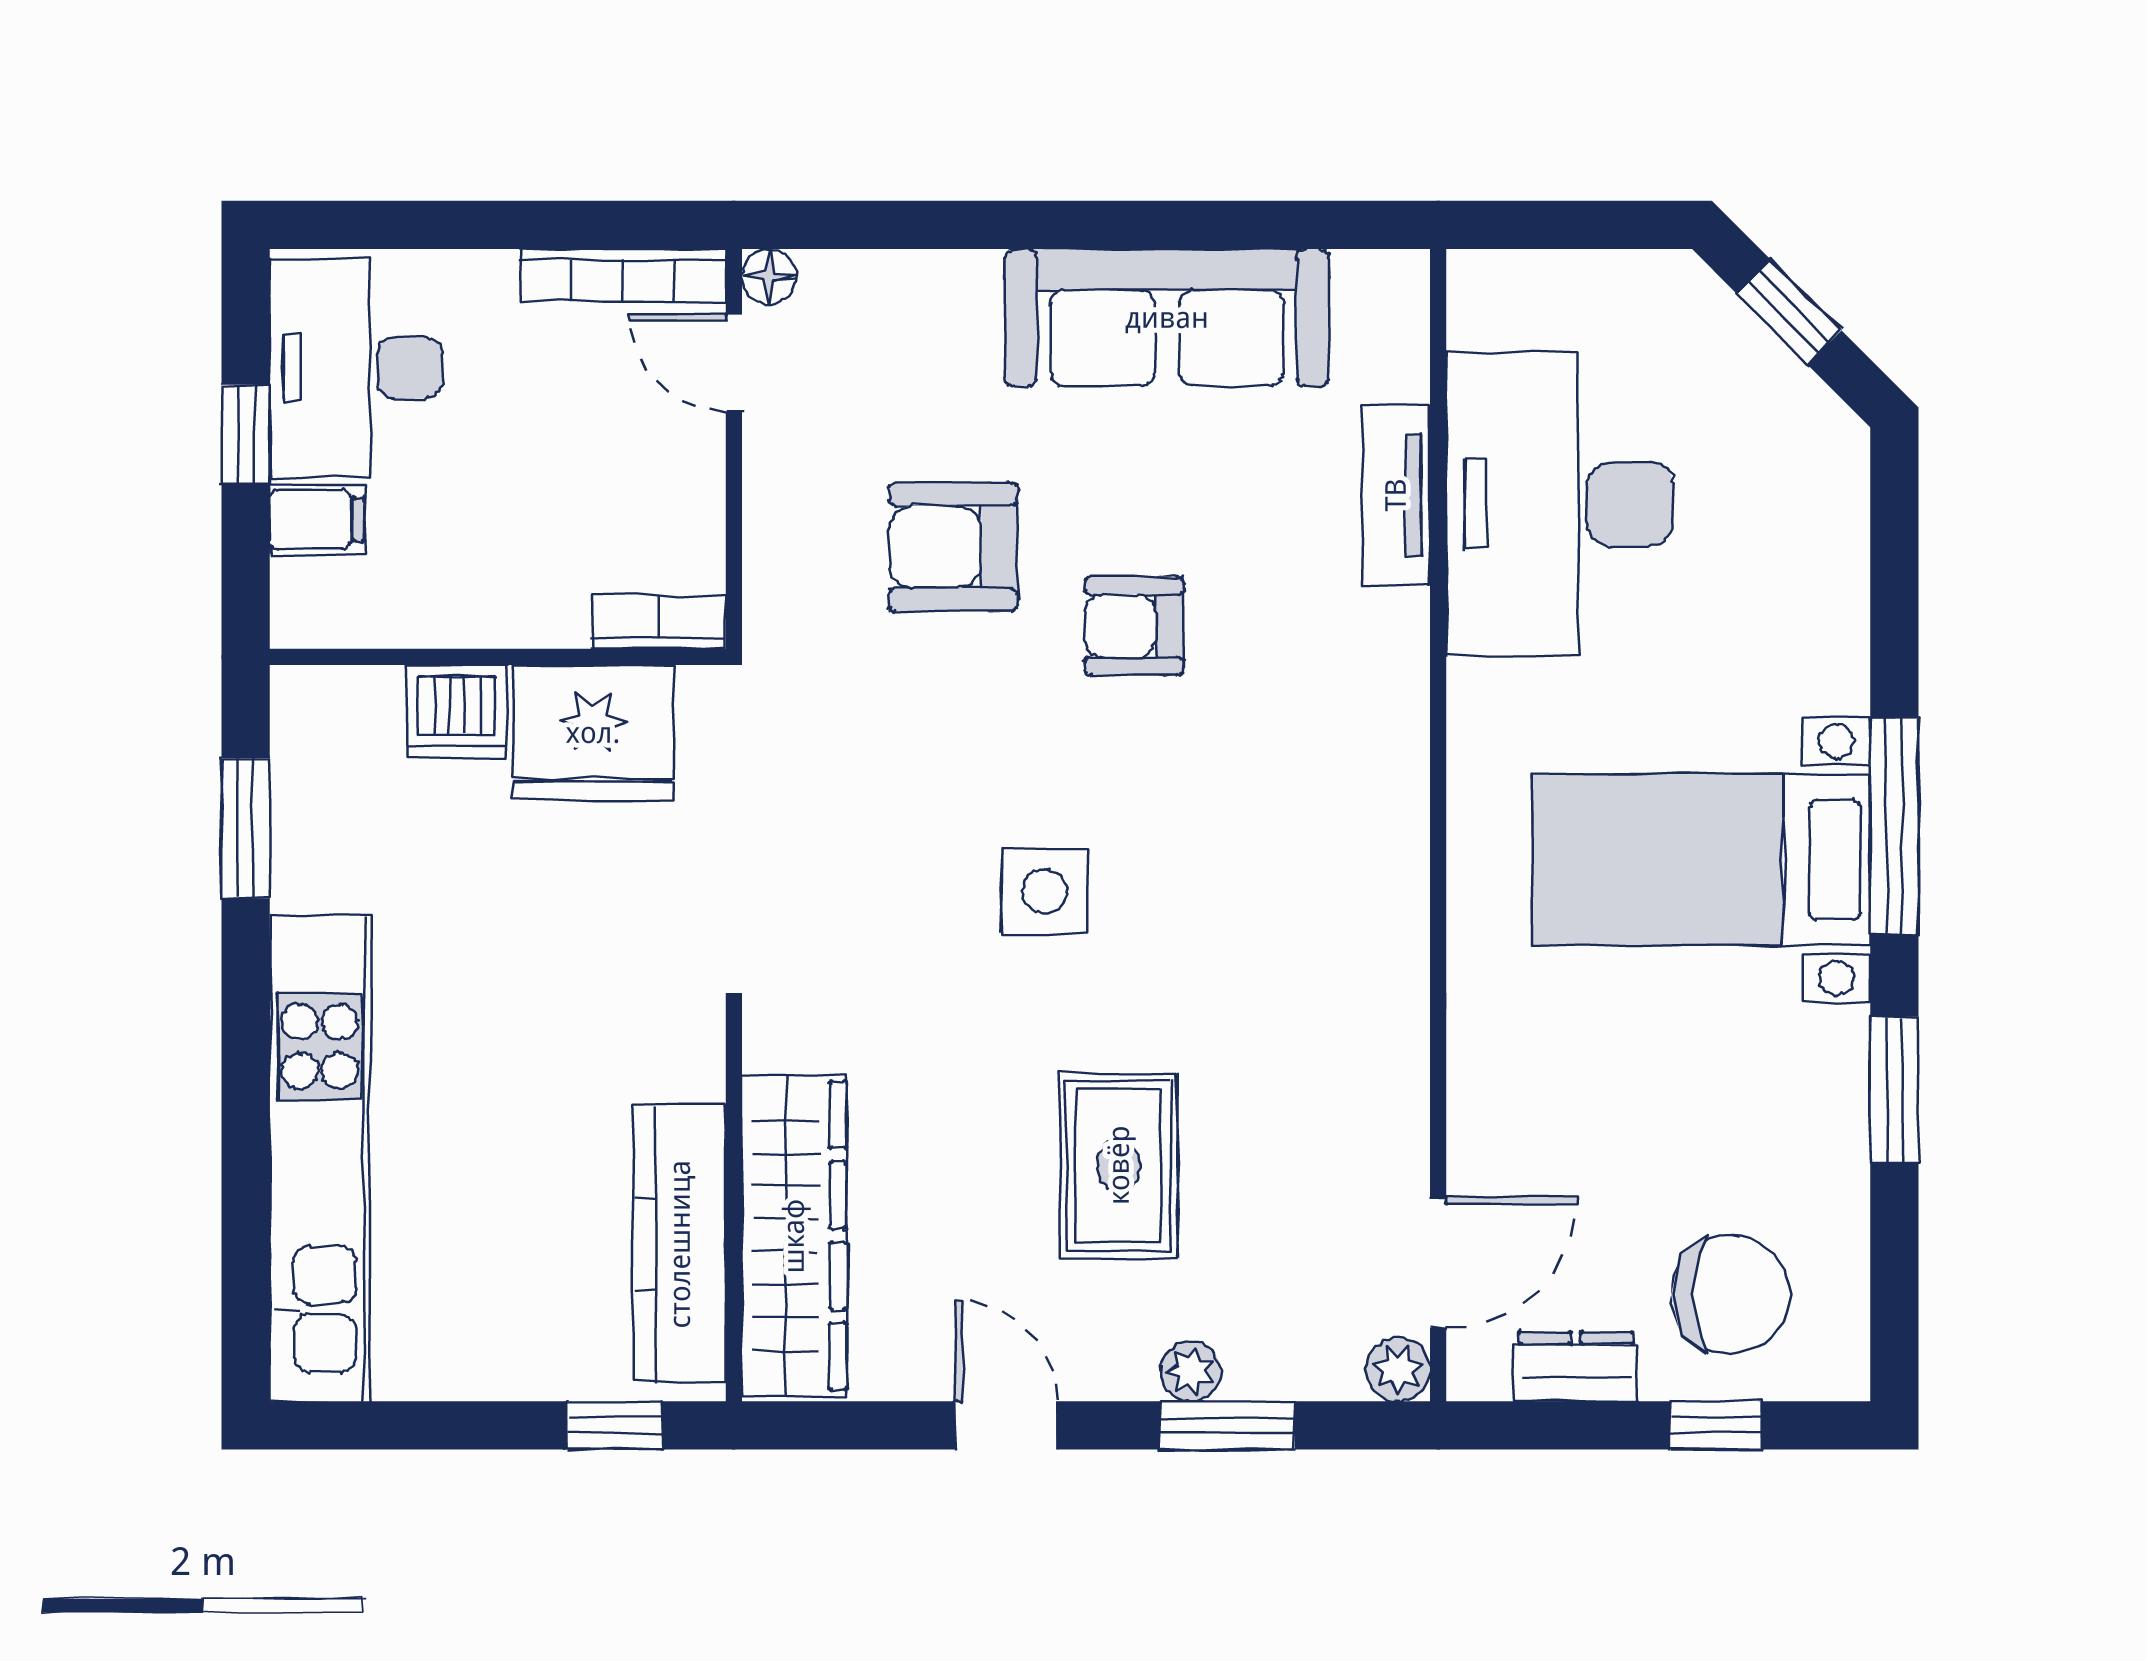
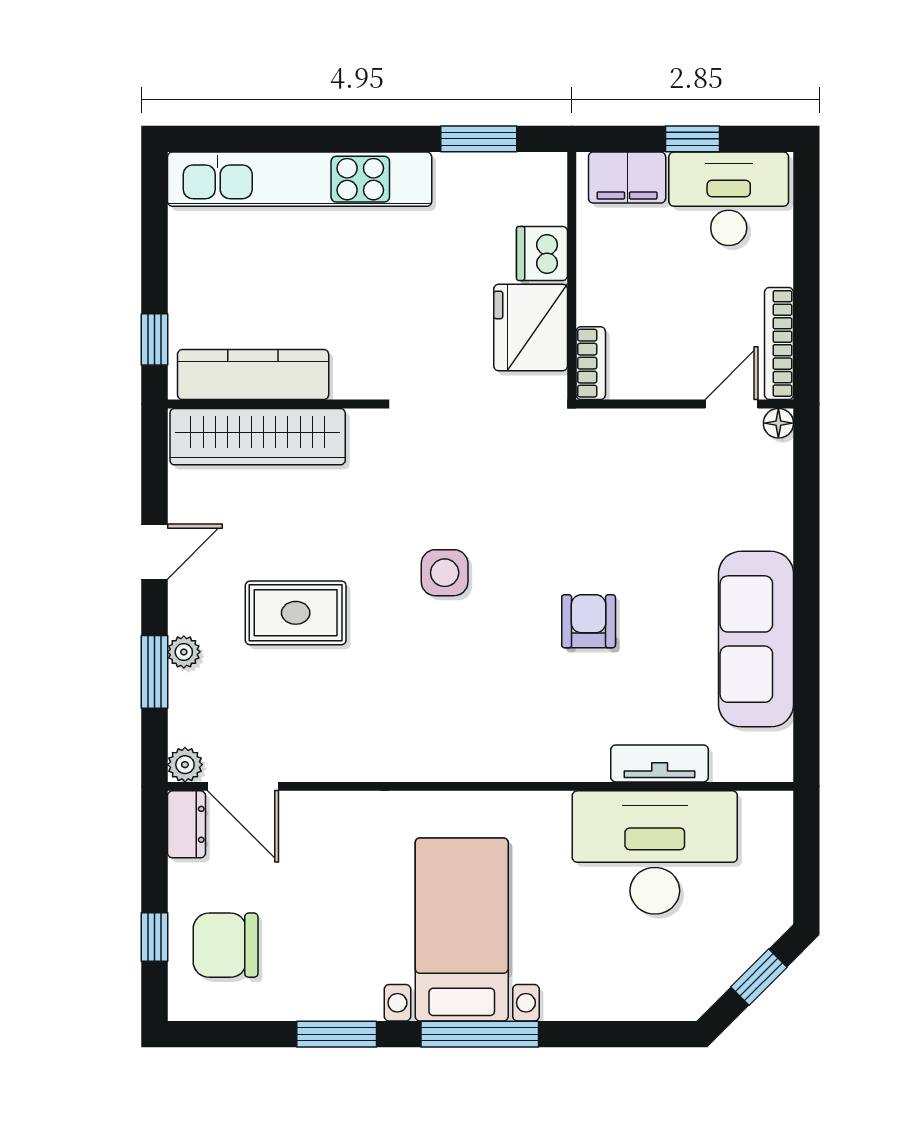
filing cabinet: (317, 520) -> (627, 178), width x2.00
armchair: (953, 547) -> (632, 523), removed
chair: (1731, 1295) -> (226, 945), turned 90
dresser: (1576, 1367) -> (186, 824), moved

